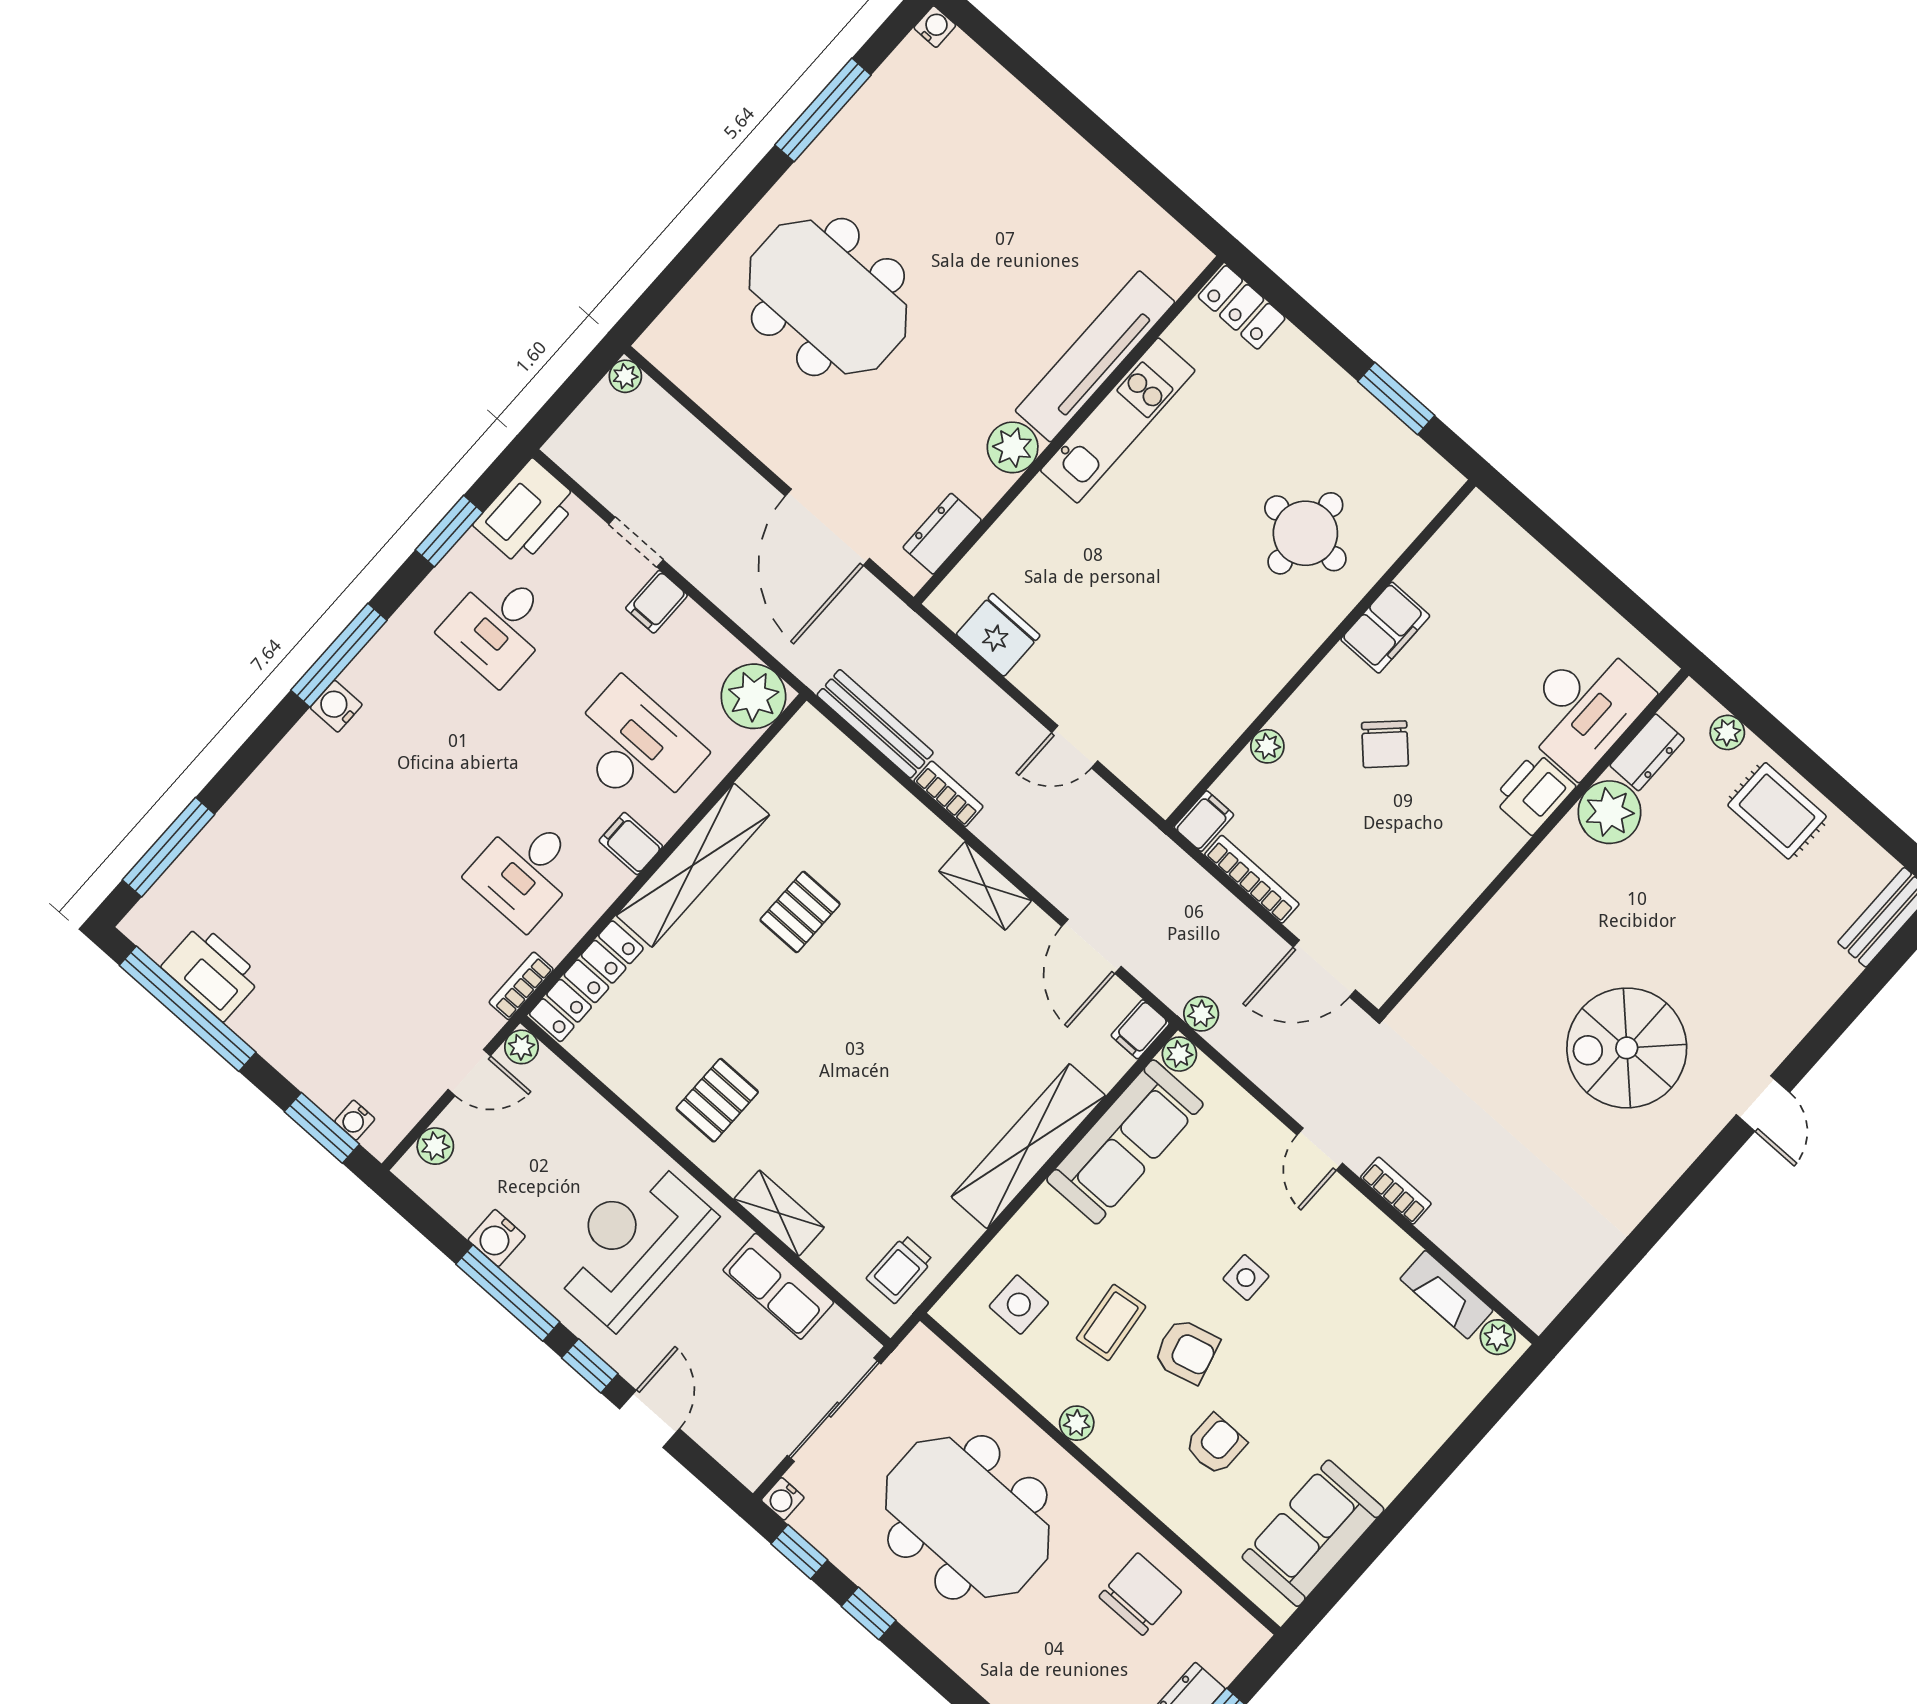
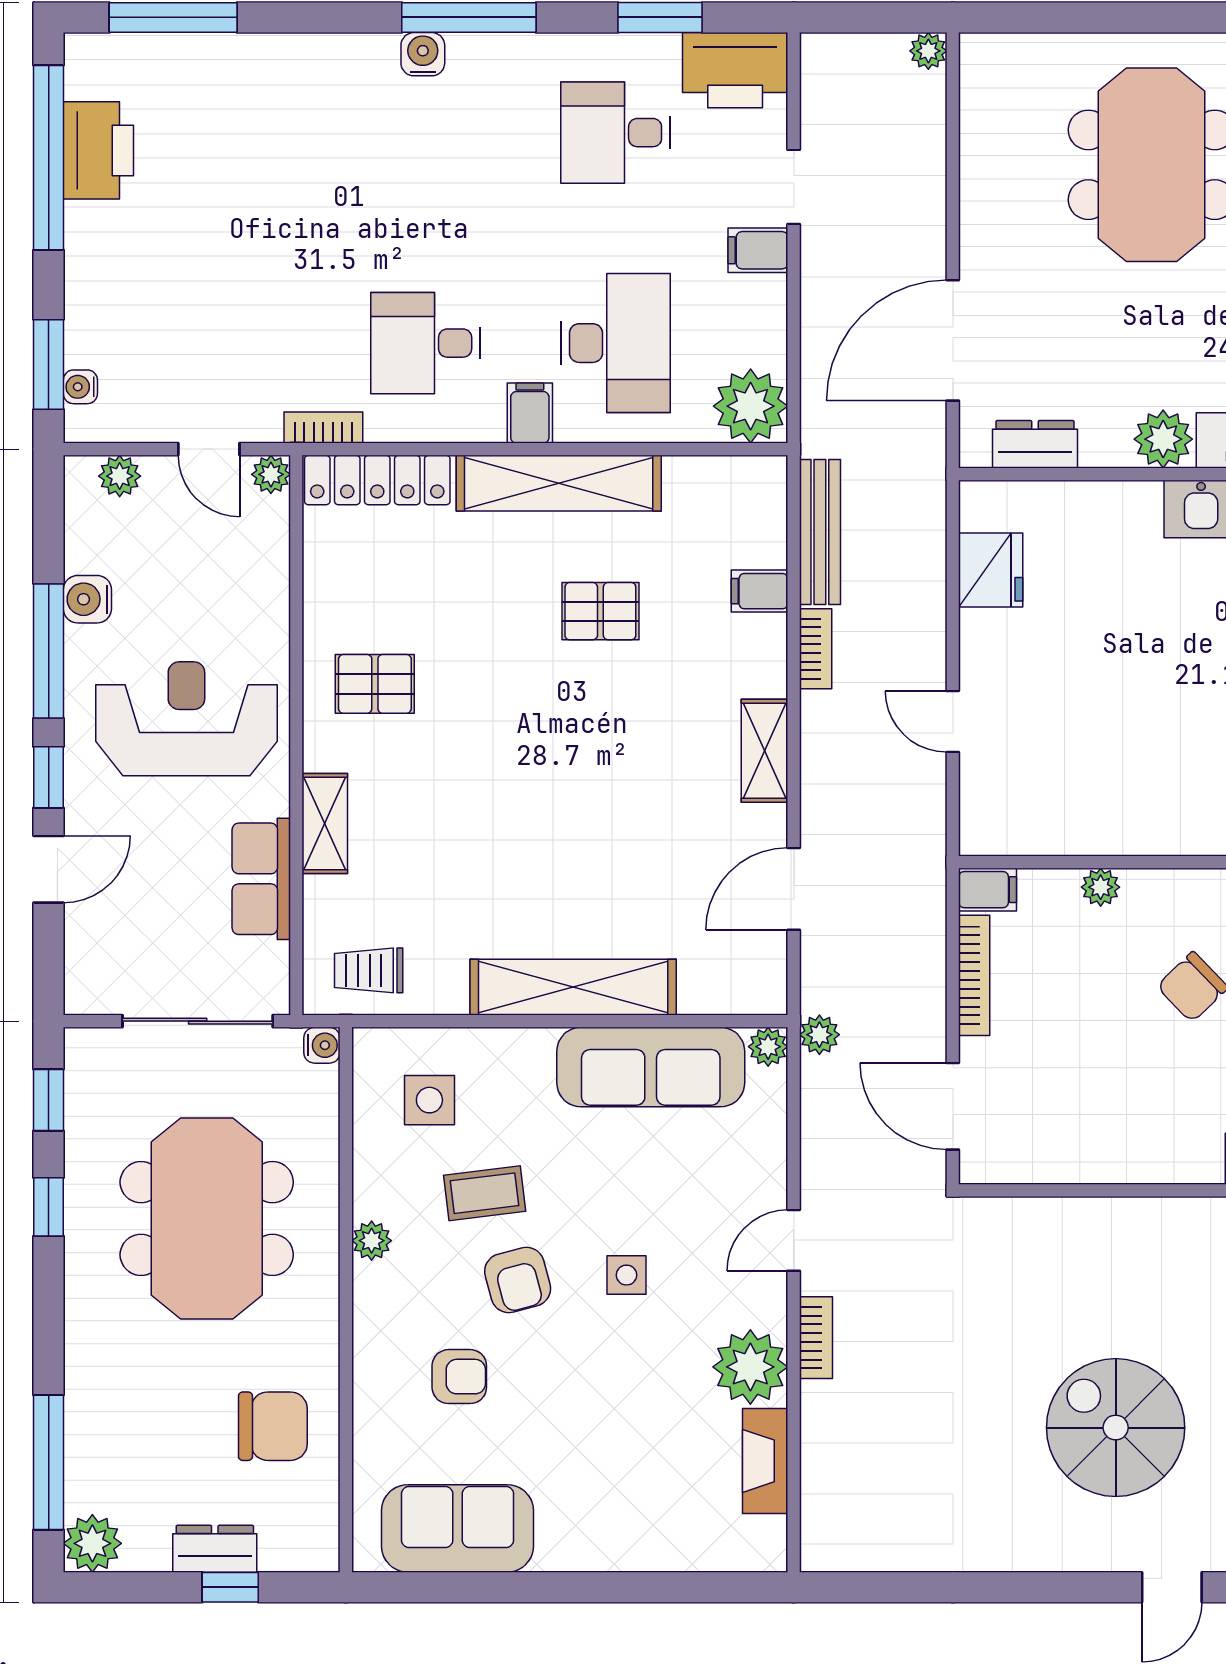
filing cabinet: (1140, 1029) -> (759, 591), moved
plant: (1498, 1337) -> (750, 1367), moved, width x1.88, depth x1.88
water cooler: (783, 1499) -> (322, 1045), moved, turned 180

